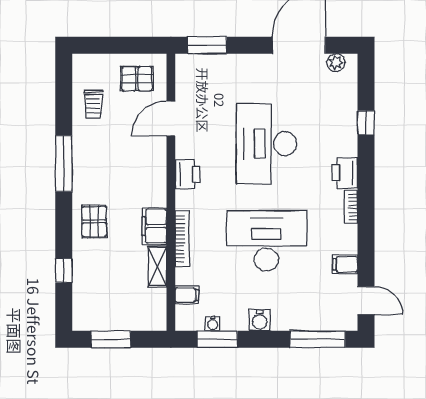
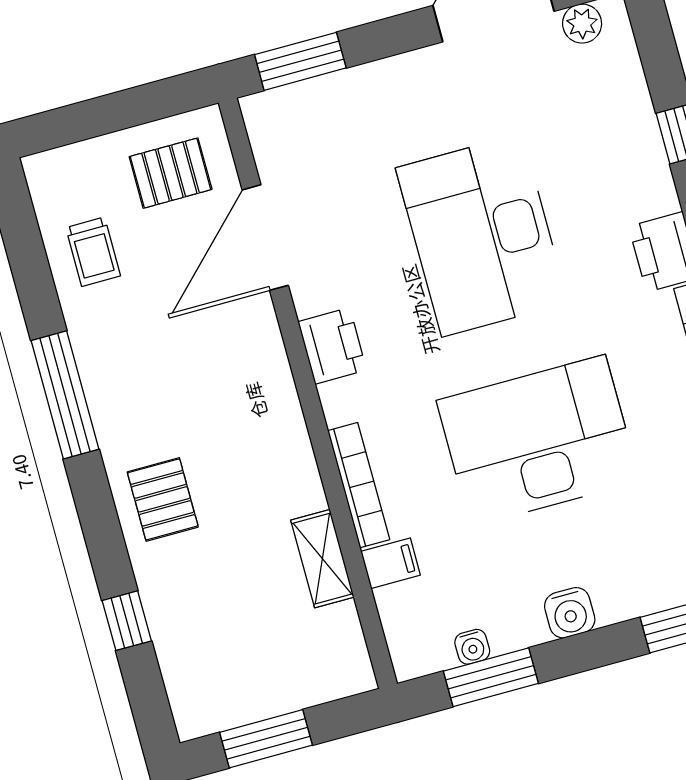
door: (171, 119) -> (265, 238), width x1.36
filing cabinet: (154, 226) -> (293, 474), removed
filing cabinet: (187, 295) -> (391, 563), moved

